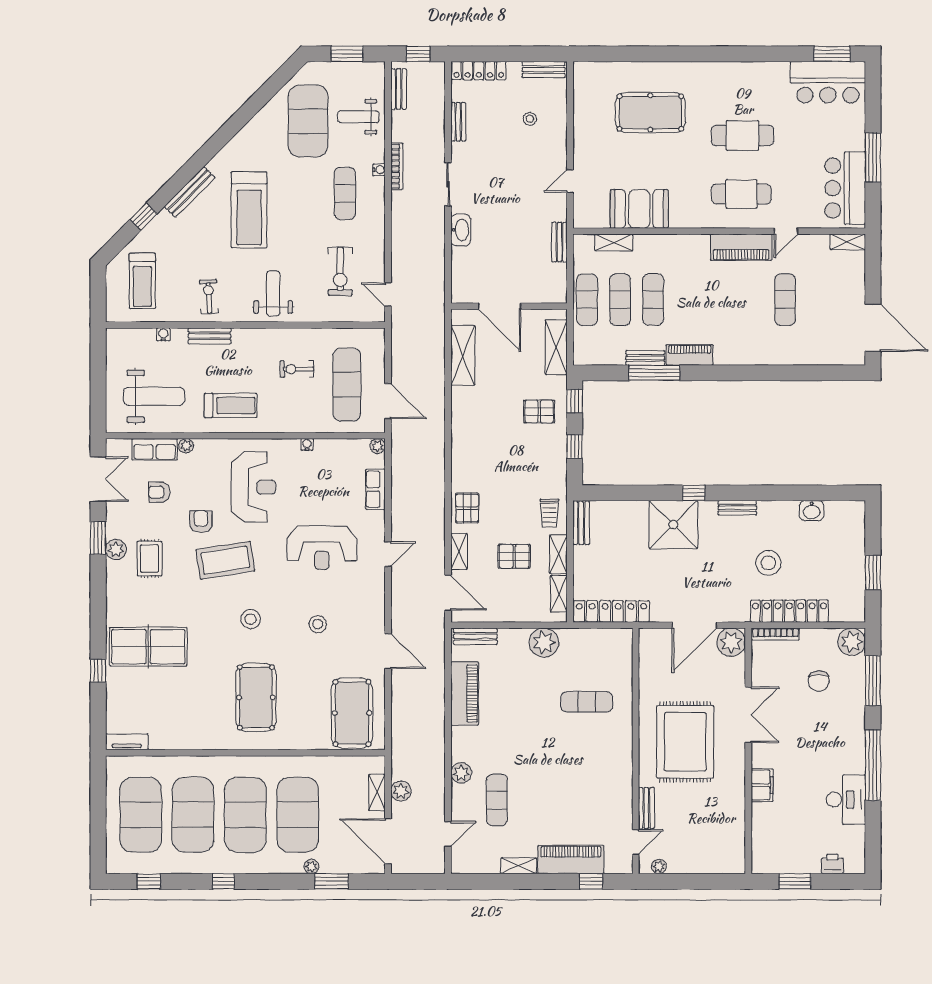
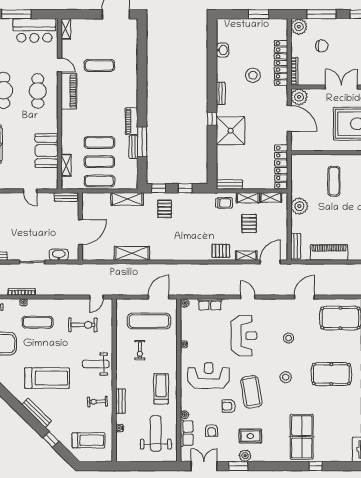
door: (499, 306) -> (80, 232), moved
wall: (509, 306) -> (80, 226), moved

